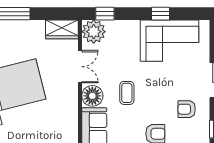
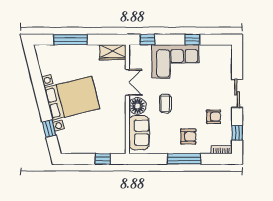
plant: (94, 32) -> (138, 54), removed
corner sofa: (169, 41) -> (175, 61), moved
armchair: (187, 109) -> (214, 117), turned 180

